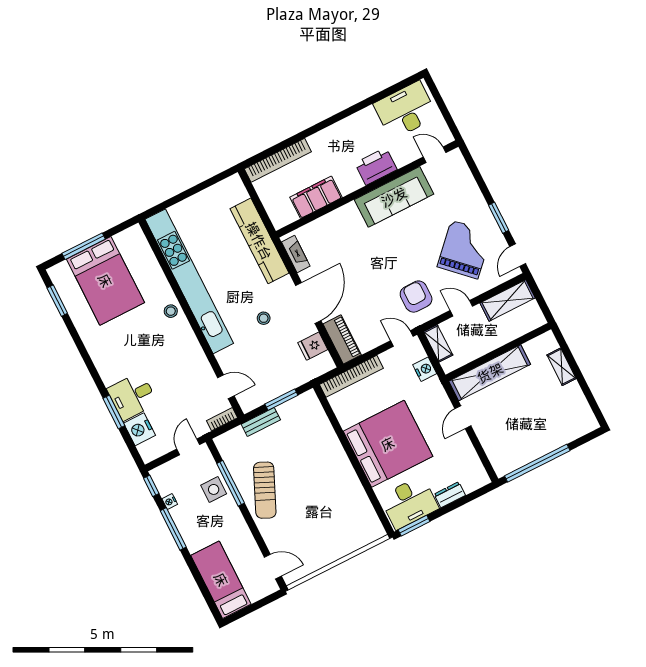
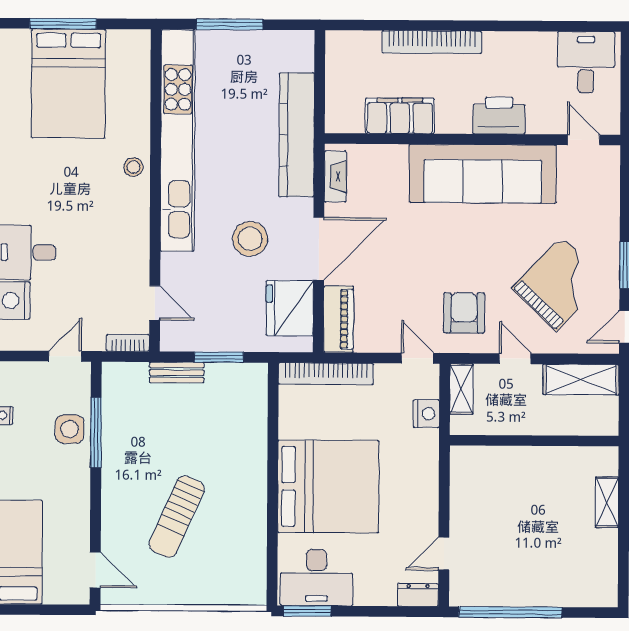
desk: (405, 110) -> (586, 62), width x0.73
bookcase: (278, 160) -> (432, 42), moved
window: (185, 195) -> (230, 24), added
sofa: (394, 197) -> (483, 174), width x1.36, depth x1.27
stool: (264, 318) -> (250, 239), width x1.89, depth x1.89
fridge: (313, 346) -> (290, 308), width x1.88, depth x1.34
shelving: (490, 373) -> (509, 462), removed
door: (463, 417) -> (444, 554), moved
sun lounger: (265, 490) -> (177, 517), moved
dresser: (450, 495) -> (418, 595), moved

